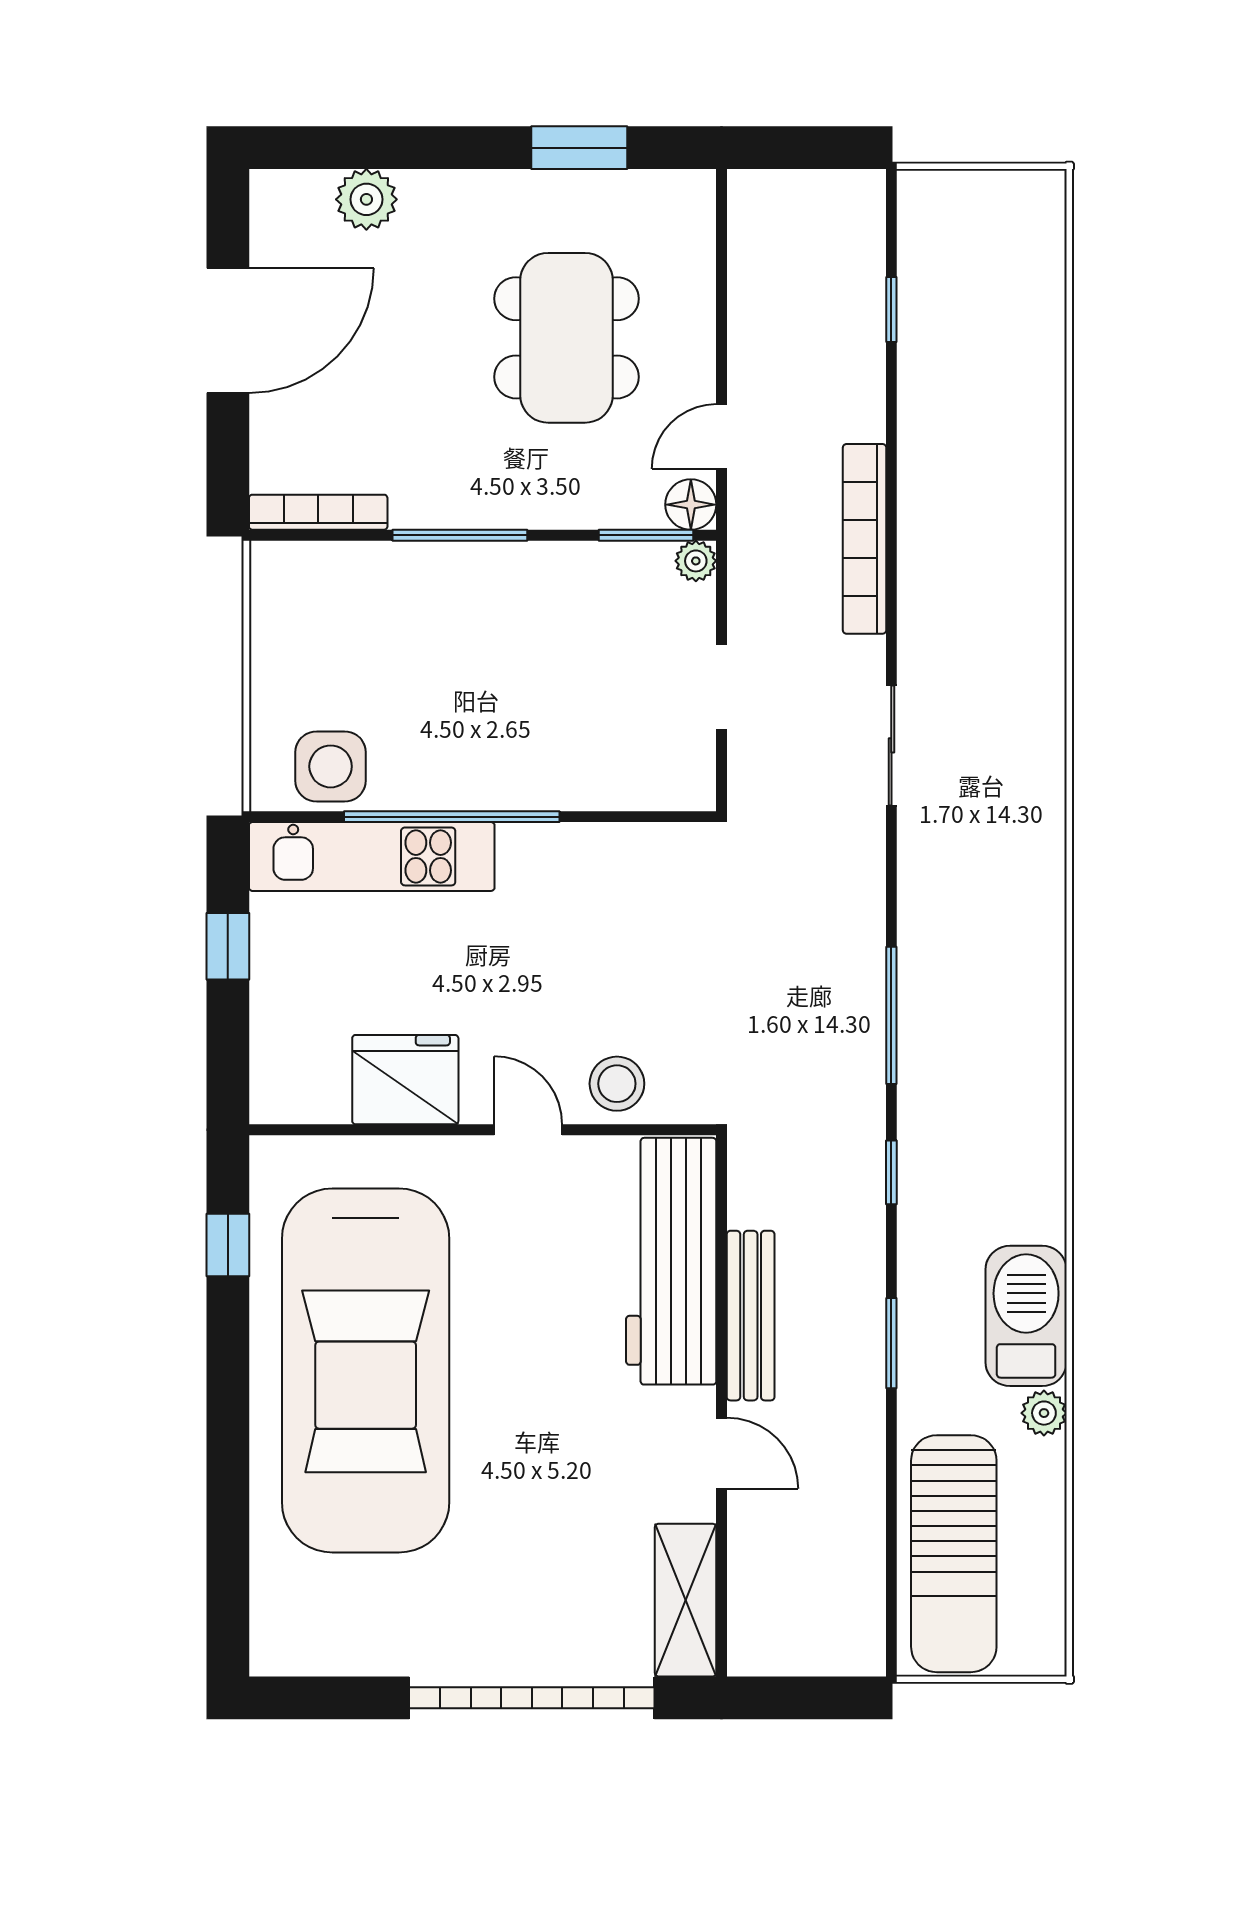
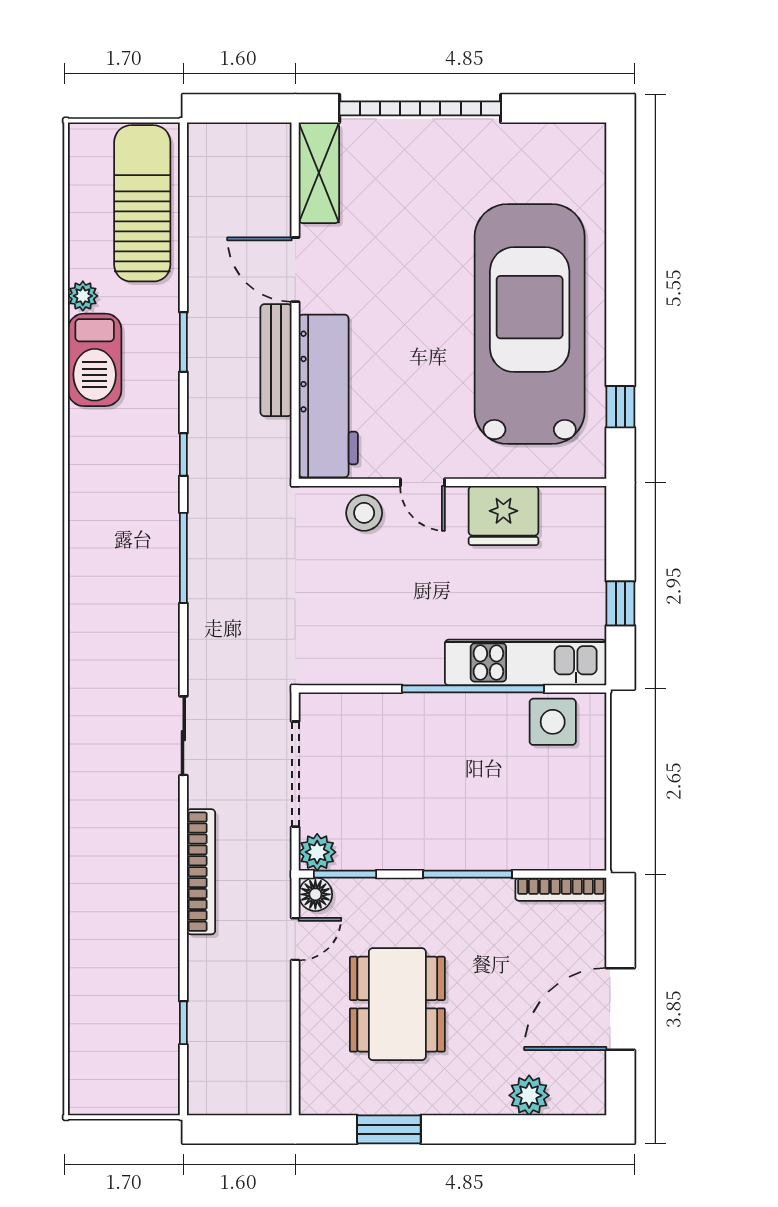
plant: (696, 561) -> (317, 852), width x1.38, depth x1.38
doorway: (722, 687) -> (295, 774), width x1.87
door: (722, 1453) -> (295, 270), width x1.37

